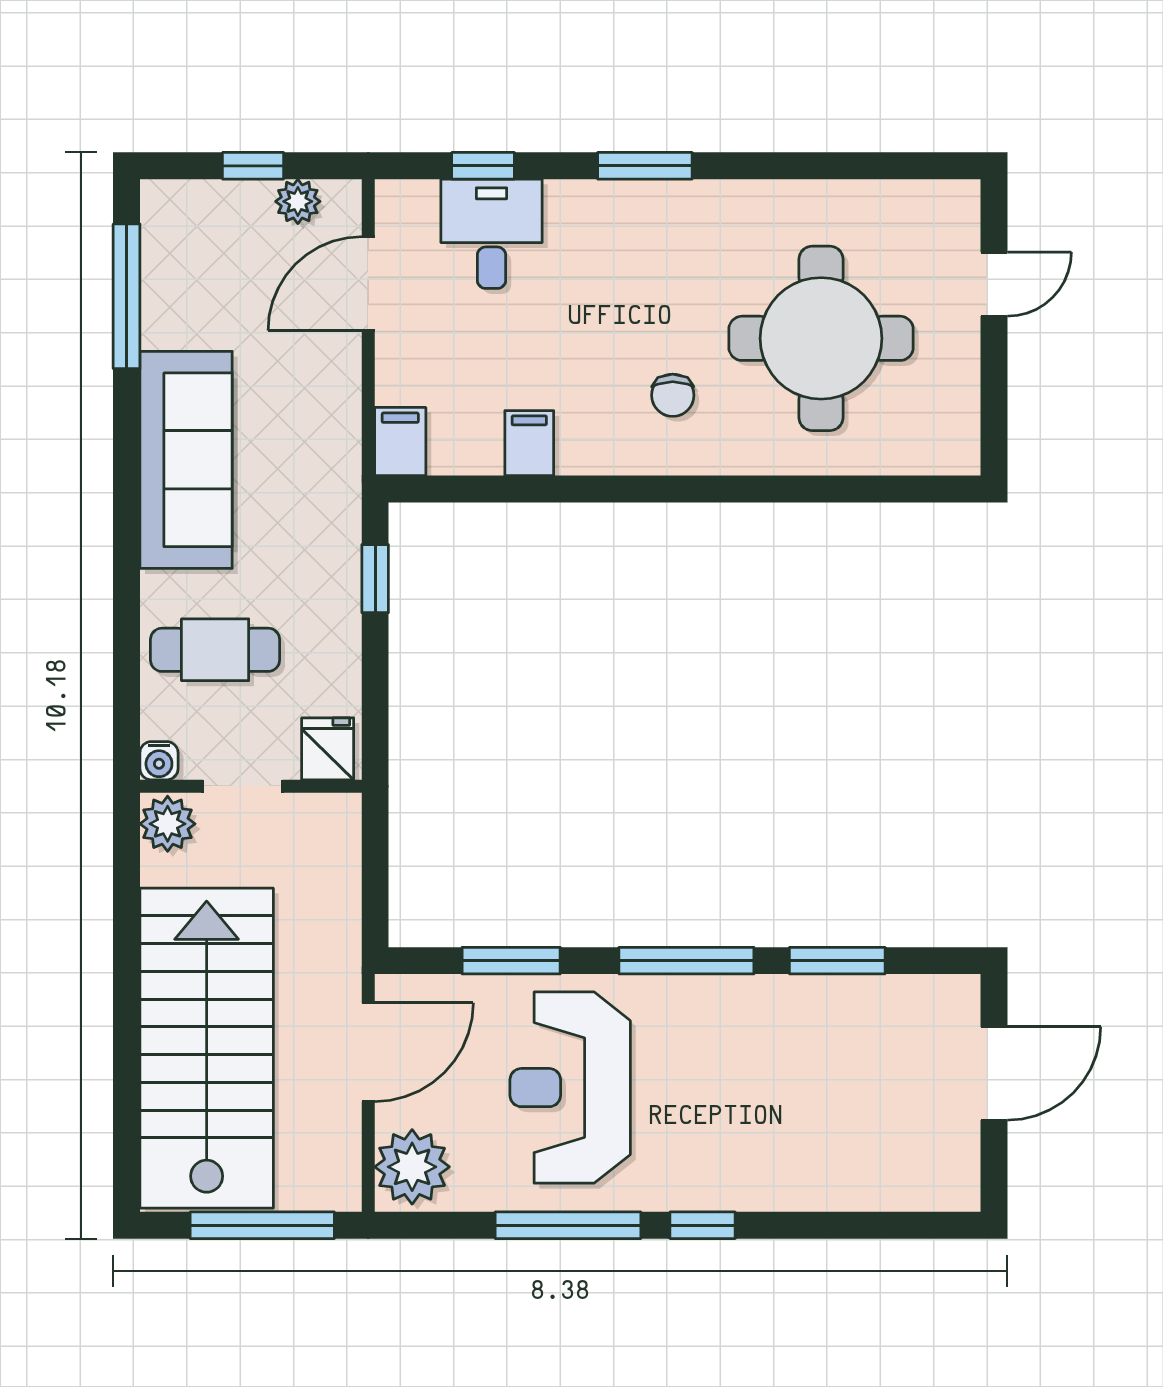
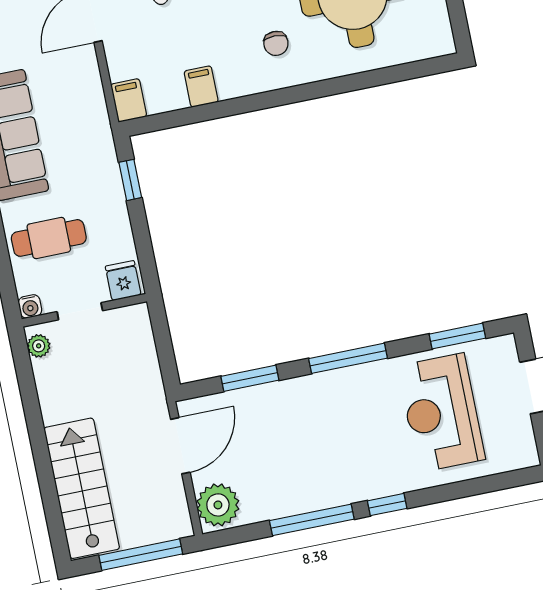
plant: (168, 824) -> (39, 346), width x0.73, depth x0.73
window: (837, 961) -> (457, 336), moved
stairs: (207, 1048) -> (82, 488), width x0.73, depth x0.66
reception desk: (570, 1088) -> (441, 413), moved

